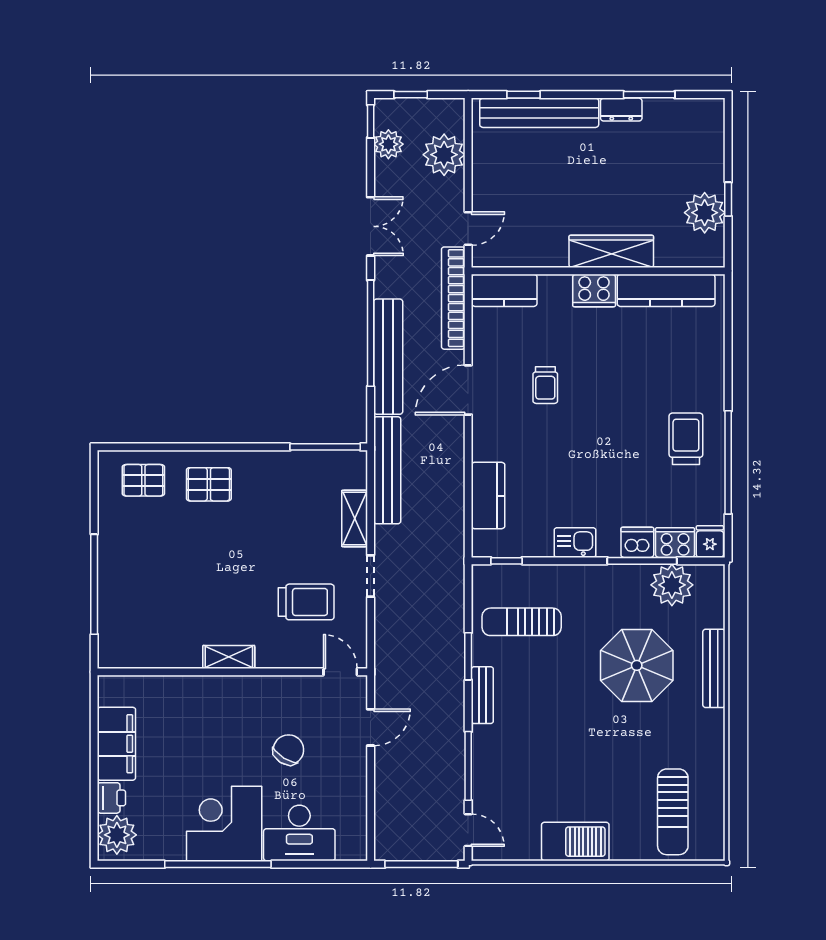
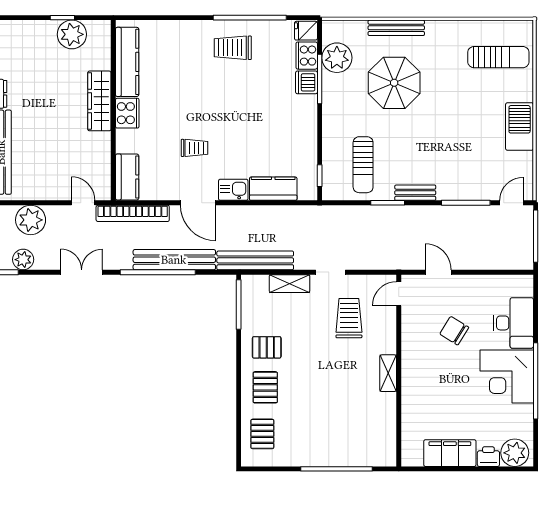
pallet: (265, 486) -> (267, 347), added
kitchen sink: (575, 543) -> (233, 190), moved, turned 90

